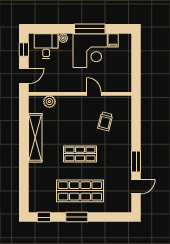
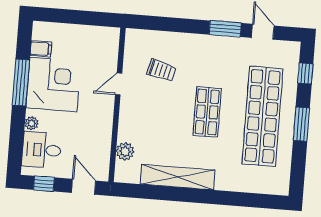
shop shelf: (80, 191) -> (263, 116), width x1.40
window: (44, 217) -> (305, 73), moved

